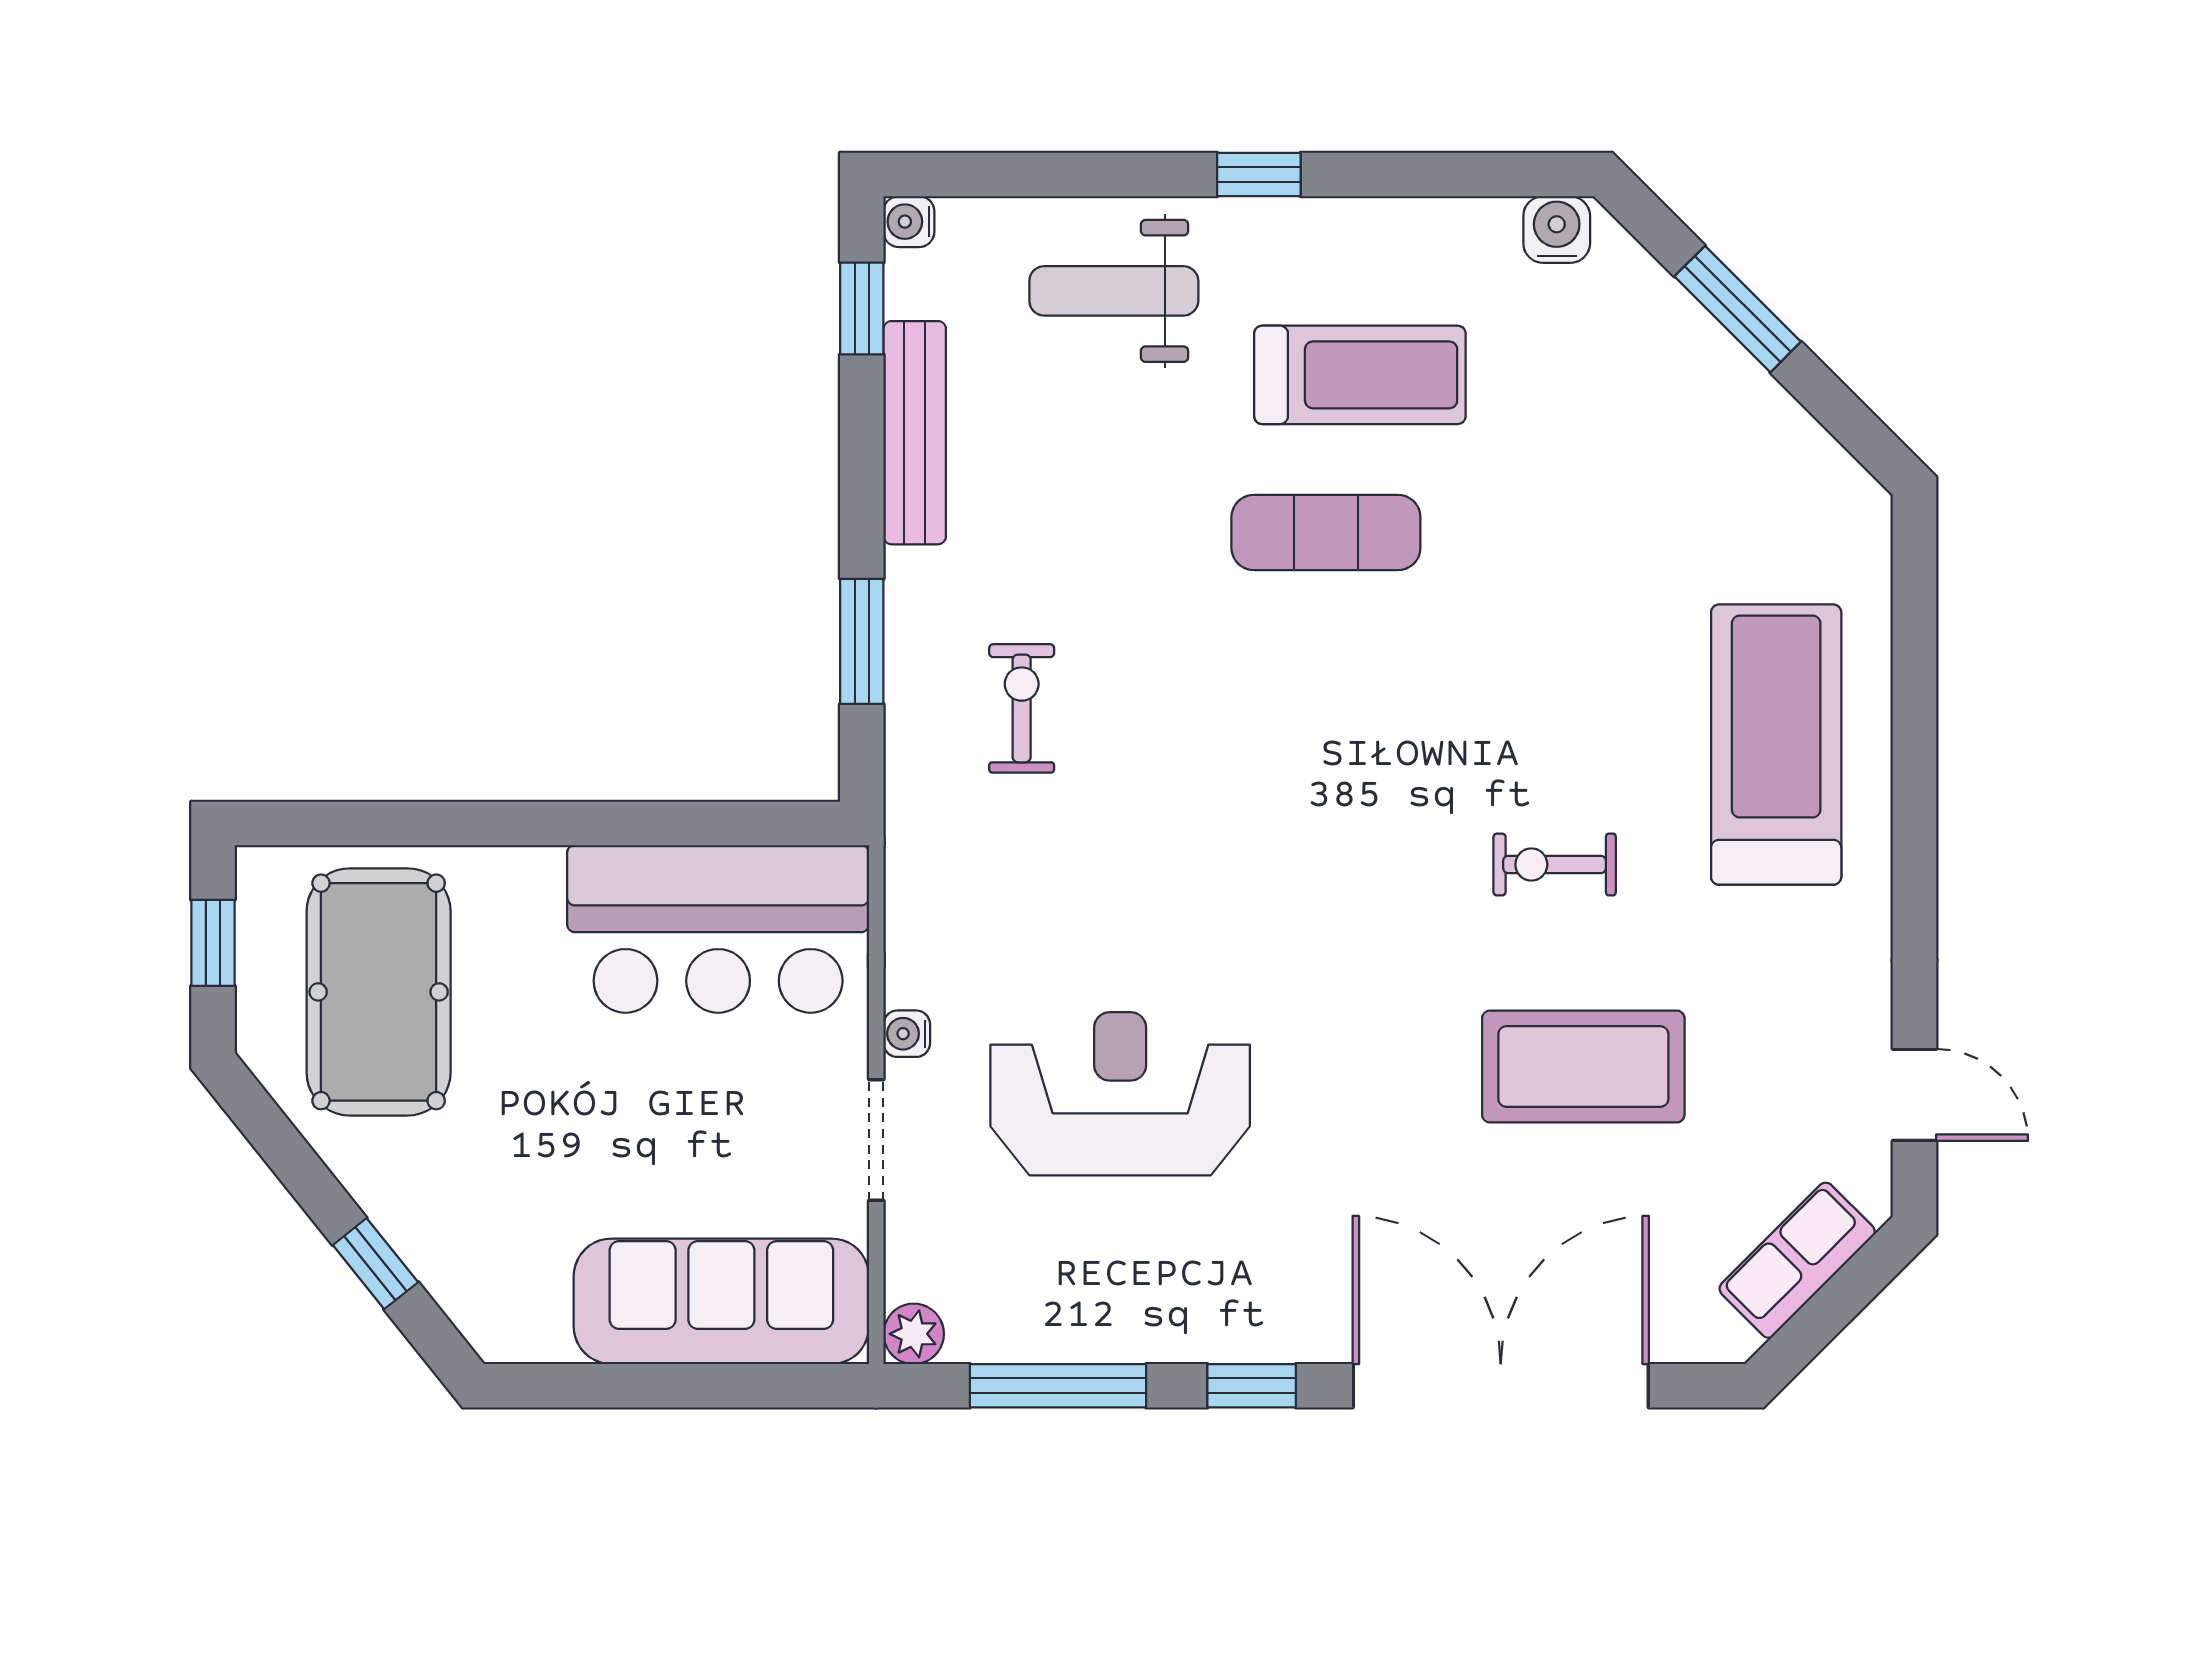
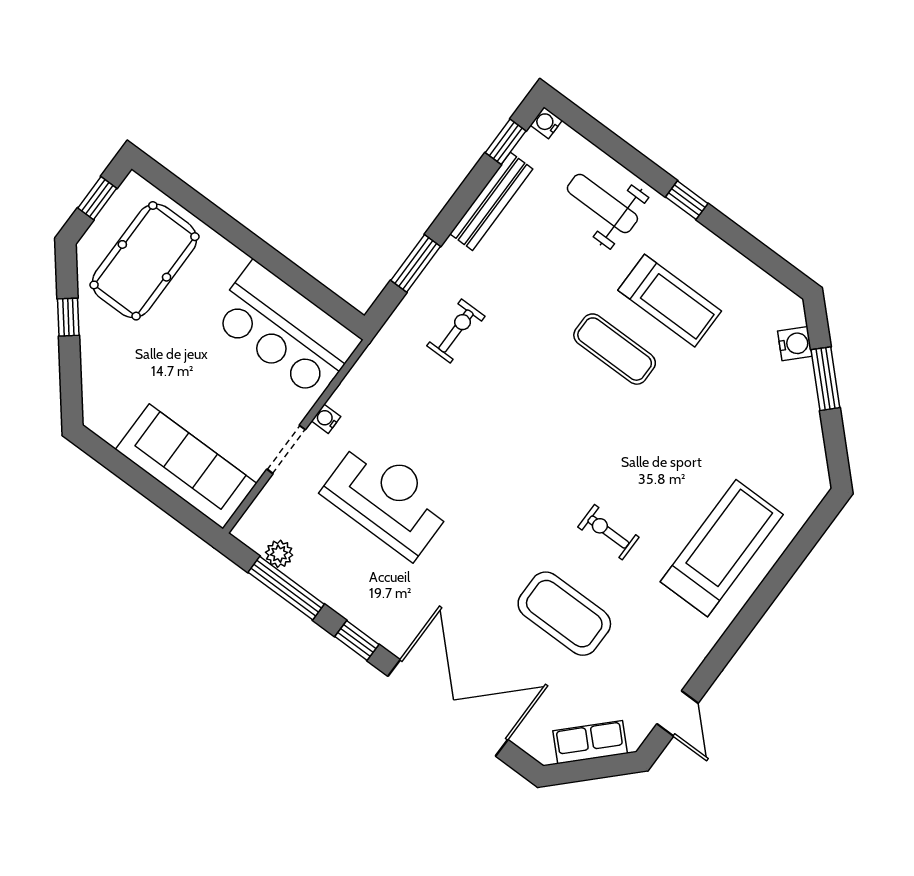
water cooler: (1557, 230) -> (795, 344), moved, turned 45
window: (375, 1264) -> (68, 317), moved
plant: (914, 1334) -> (279, 554), moved

